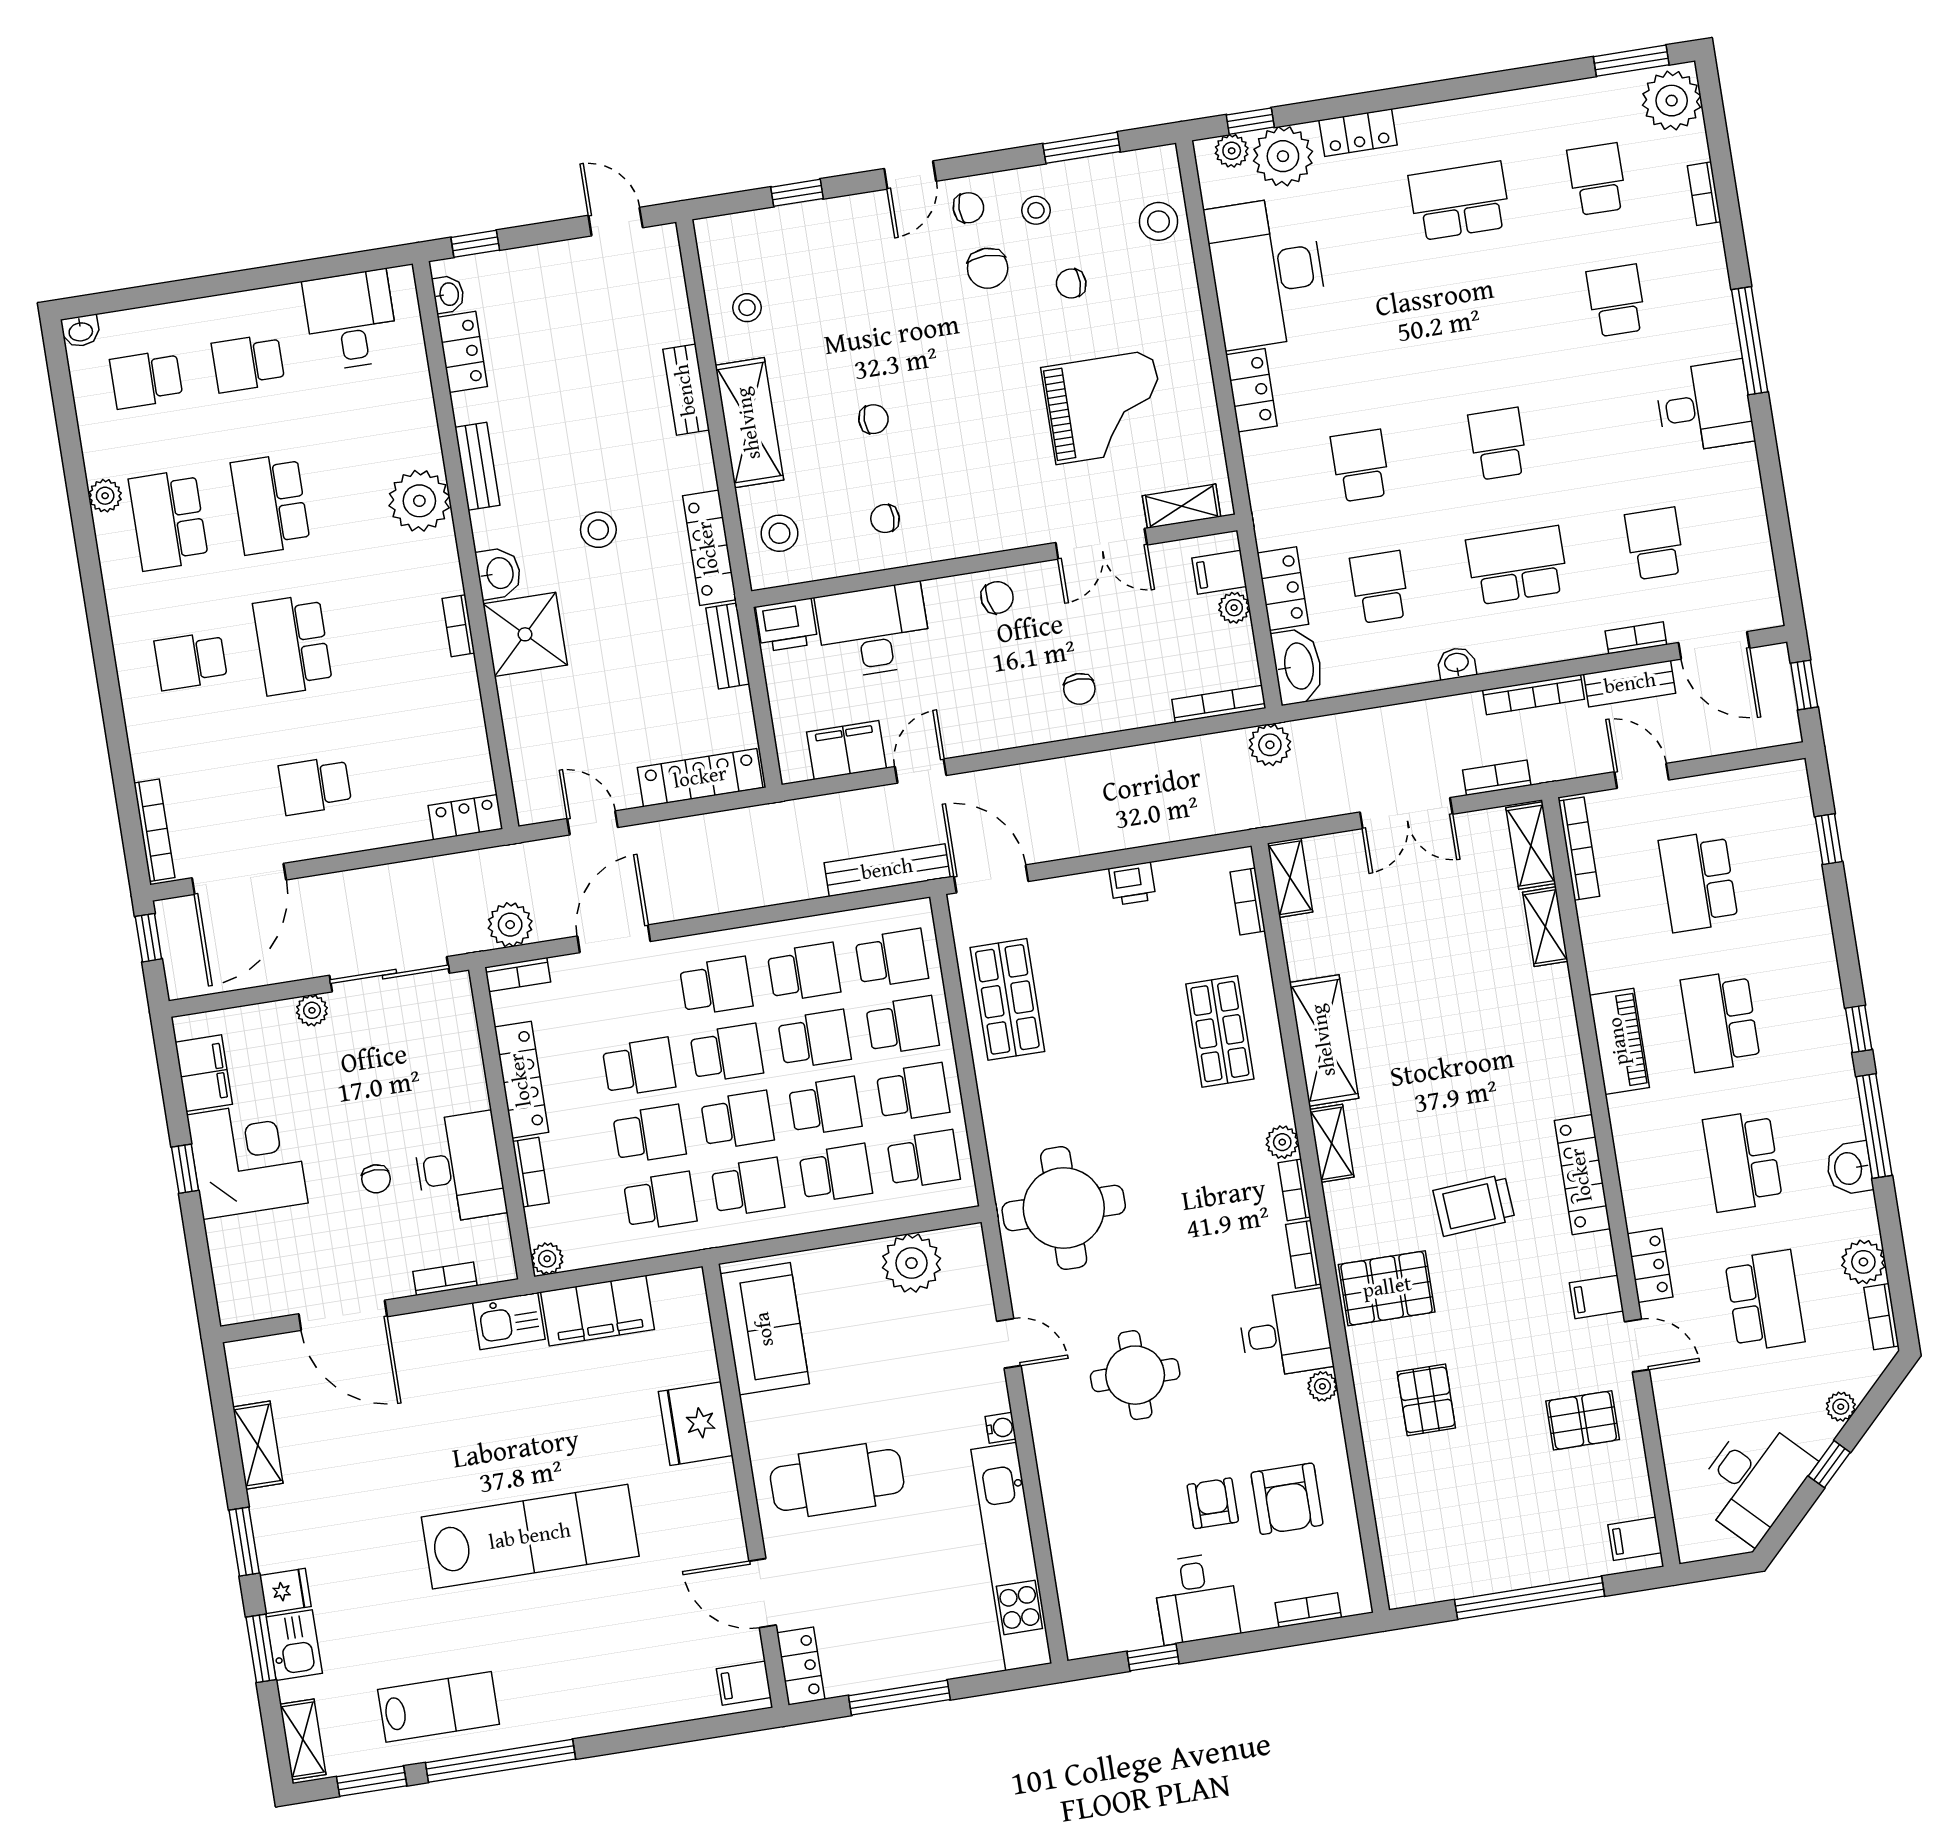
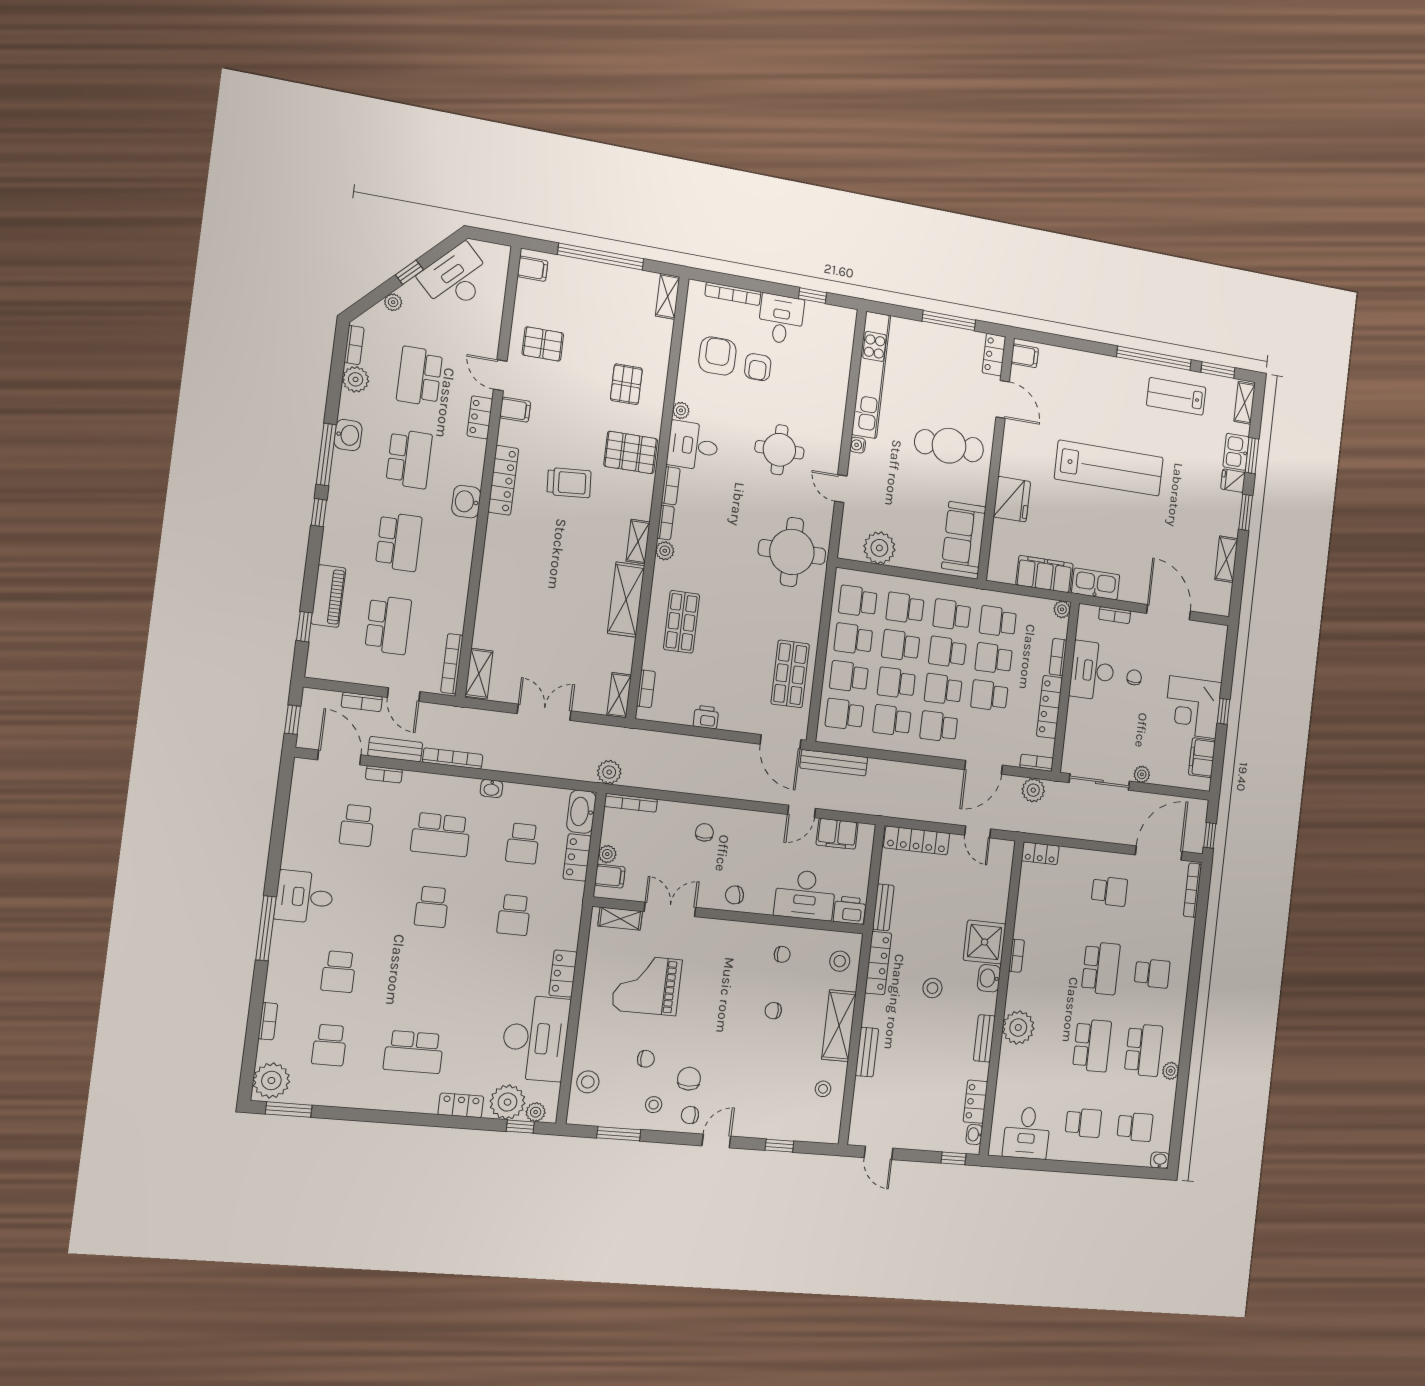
bookcase: (1497, 778) -> (362, 702), moved
shelving: (1545, 927) -> (668, 296), moved
piano: (1619, 1041) -> (328, 596), moved, turned 180
washbasin: (1632, 1121) -> (466, 502), added
kitchen sink: (509, 1321) -> (1096, 584), width x1.38
lab bench: (530, 1537) -> (1109, 468), turned 180
bookcase: (1308, 1610) -> (733, 294), width x1.56

